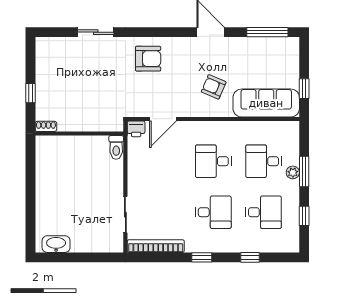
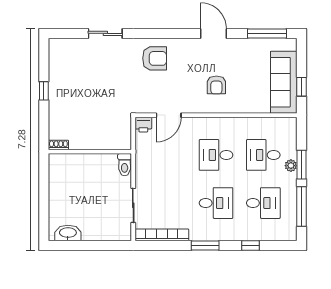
armchair: (214, 87) -> (216, 85), turned -113
sofa: (266, 103) -> (284, 82), moved, turned -90
shoe rack: (46, 126) -> (58, 145), moved
wall: (79, 133) -> (90, 152), moved
toilet: (116, 147) -> (125, 165), moved
window: (304, 216) -> (302, 206), width x2.17
window: (202, 257) -> (205, 246), width x1.50

